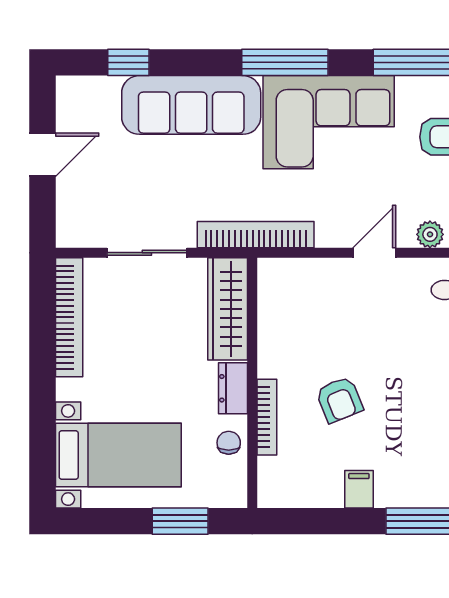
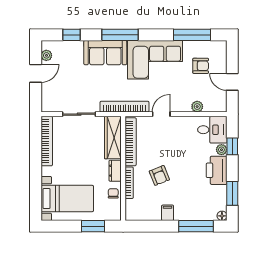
window: (285, 62) -> (120, 35), moved
sofa: (191, 105) -> (105, 53), width x0.73
plant: (69, 112) -> (46, 55), added
door: (374, 253) -> (161, 114), moved
bookcase: (270, 319) -> (131, 142), added

